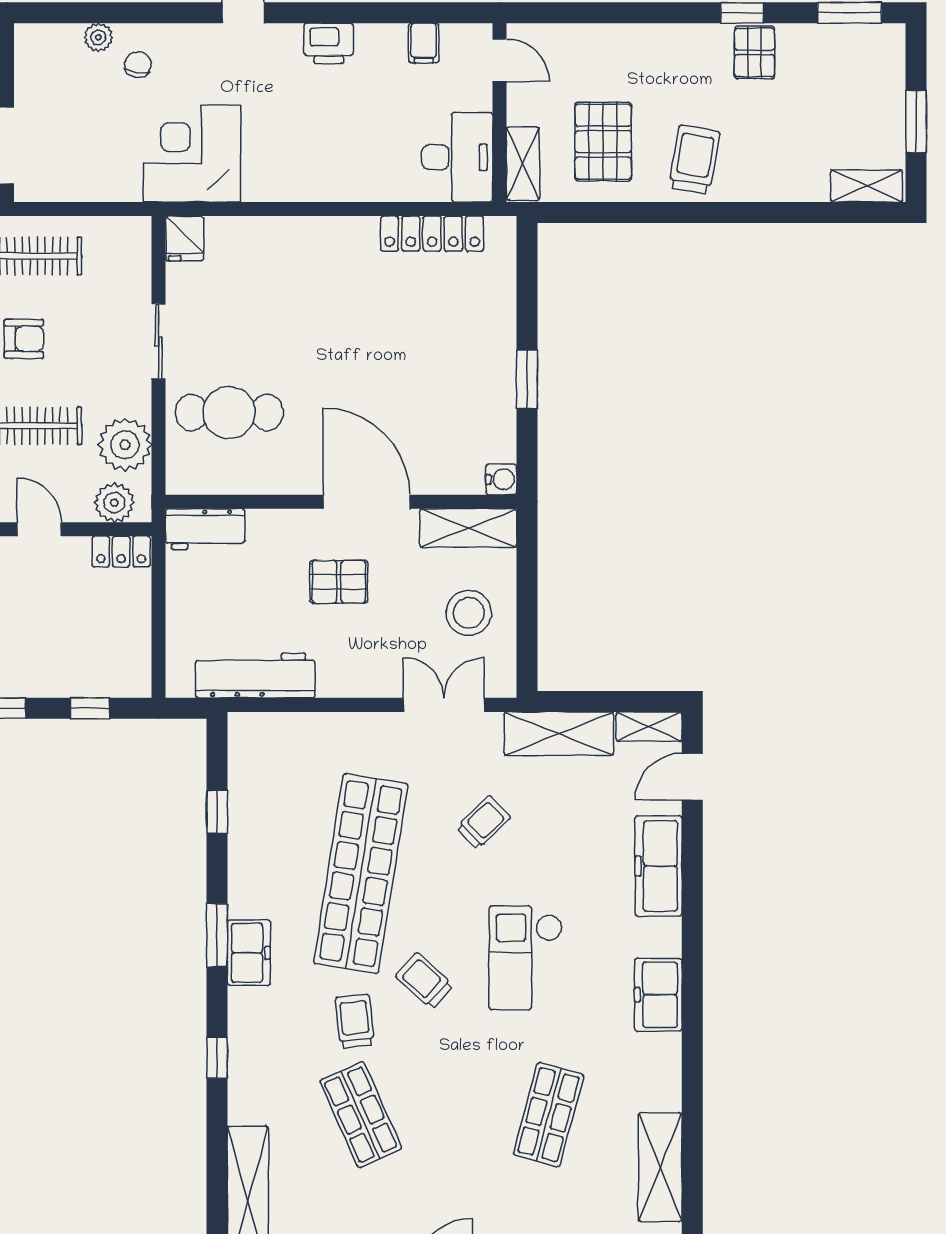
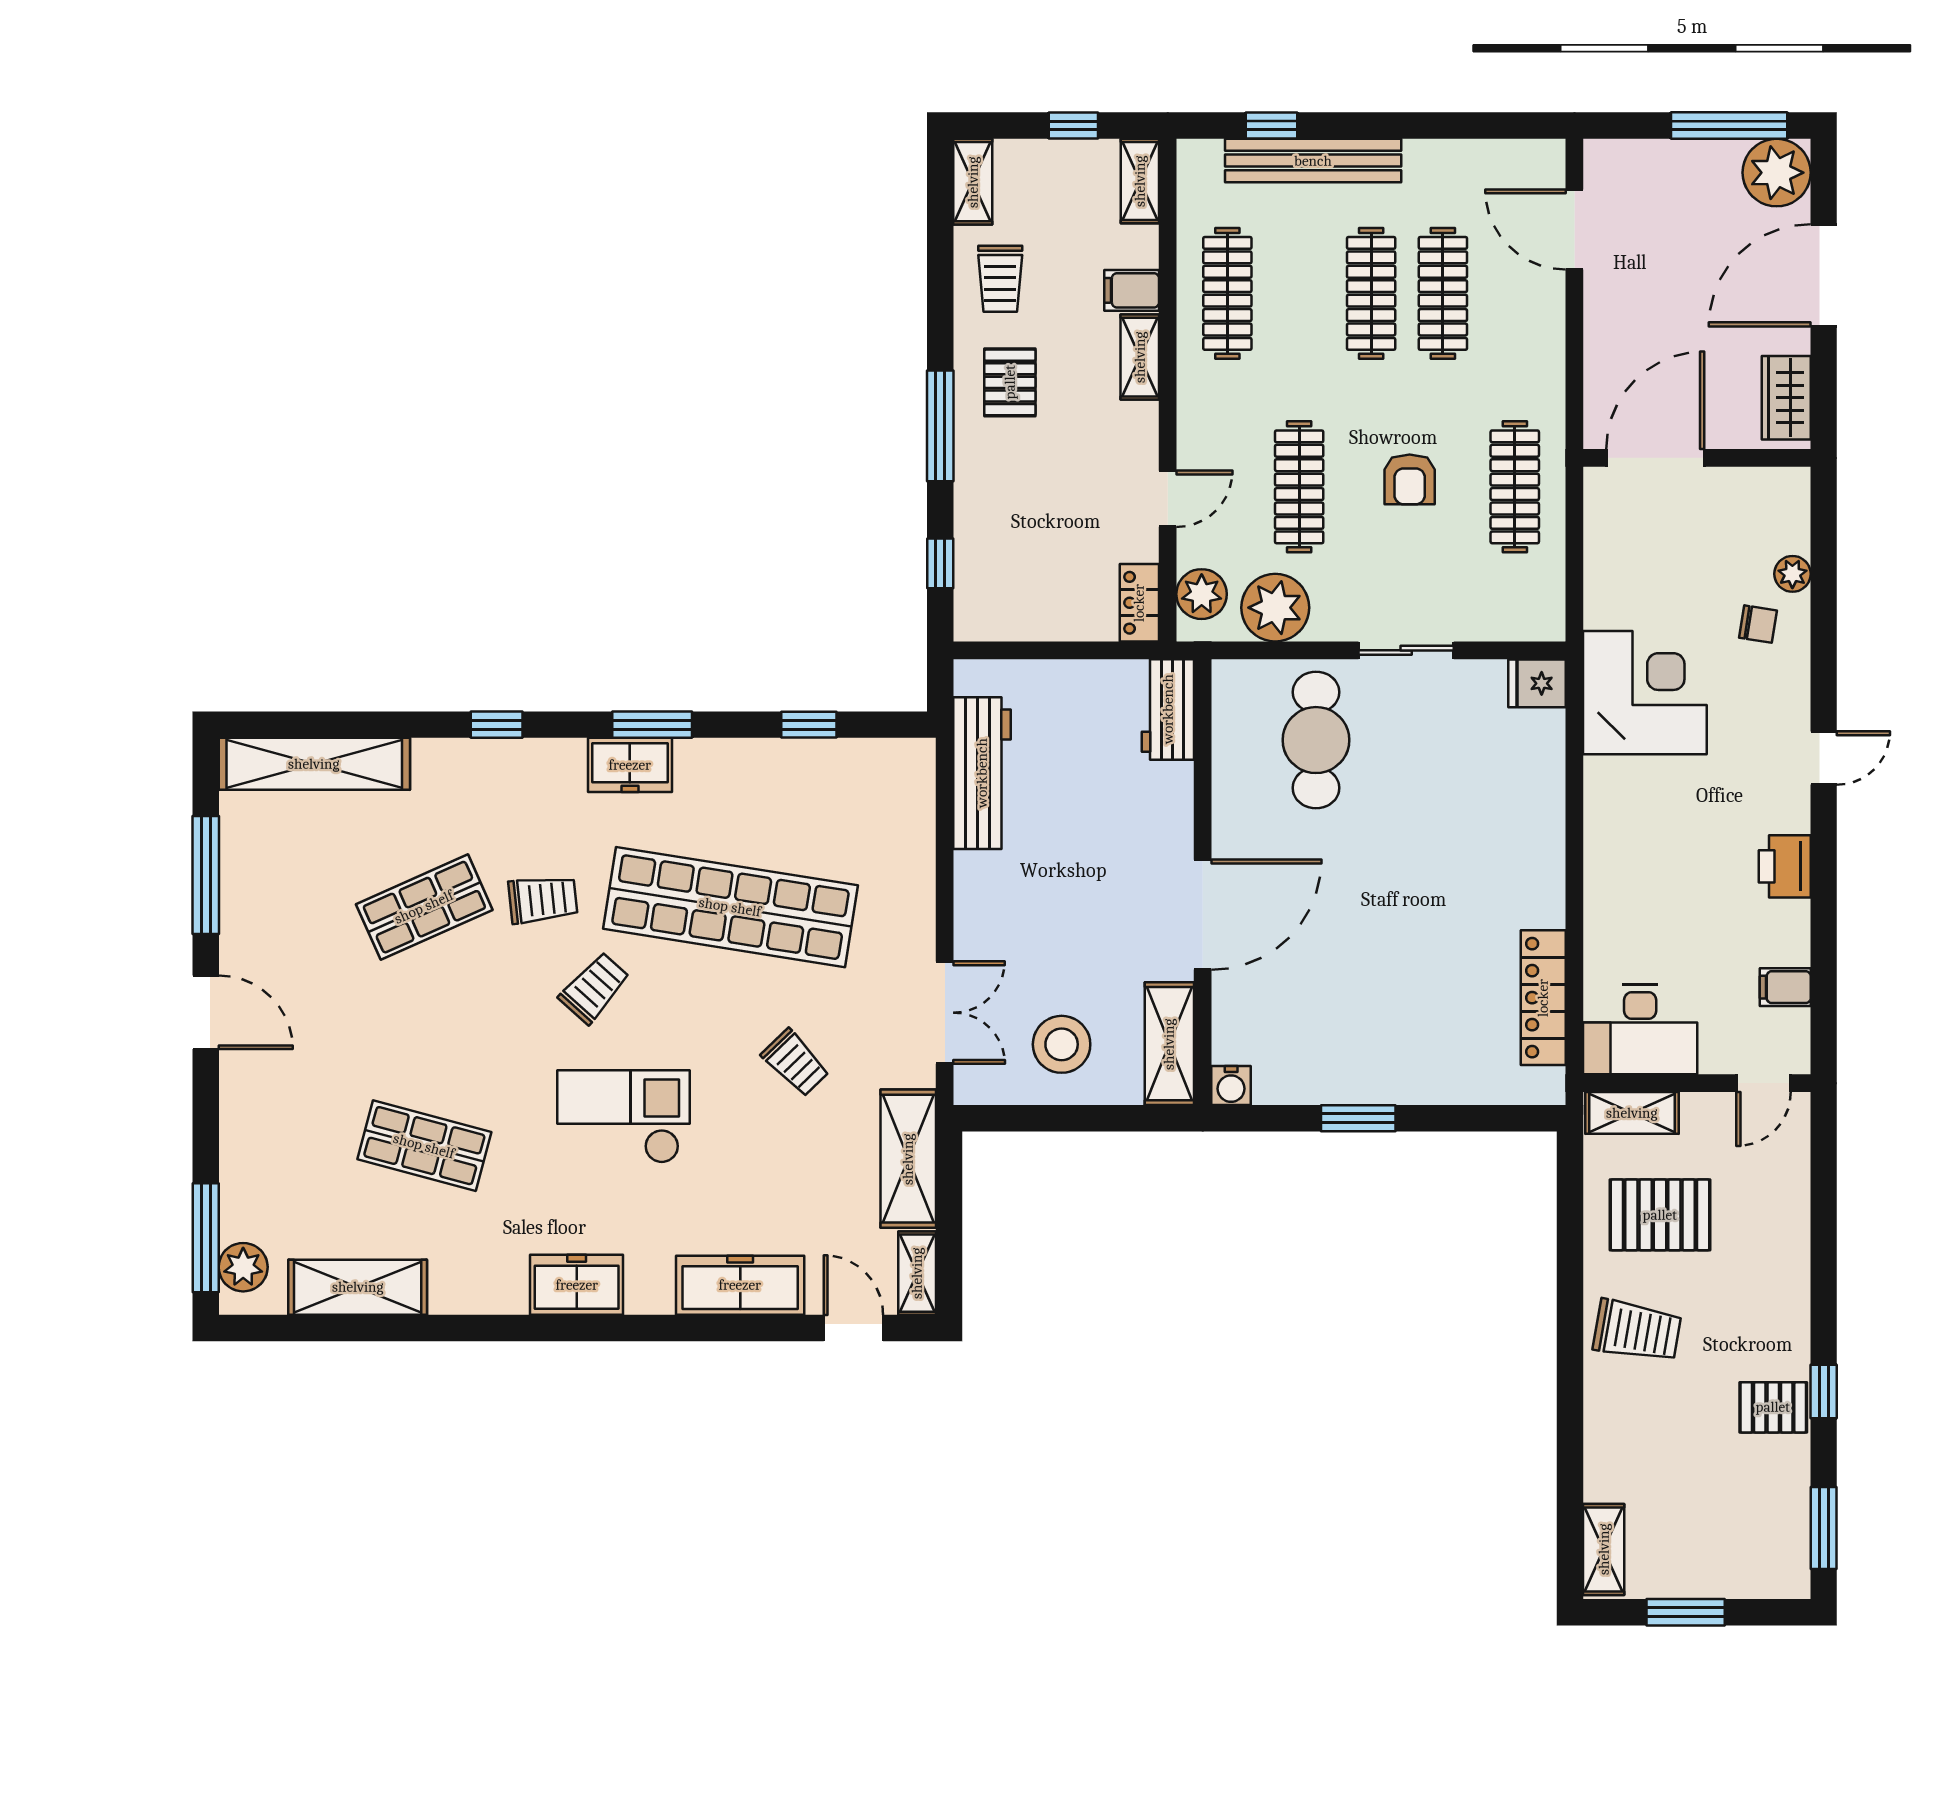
pallet: (339, 582) -> (1101, 879), removed

